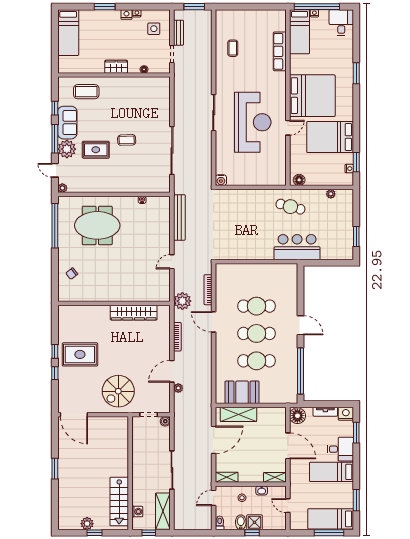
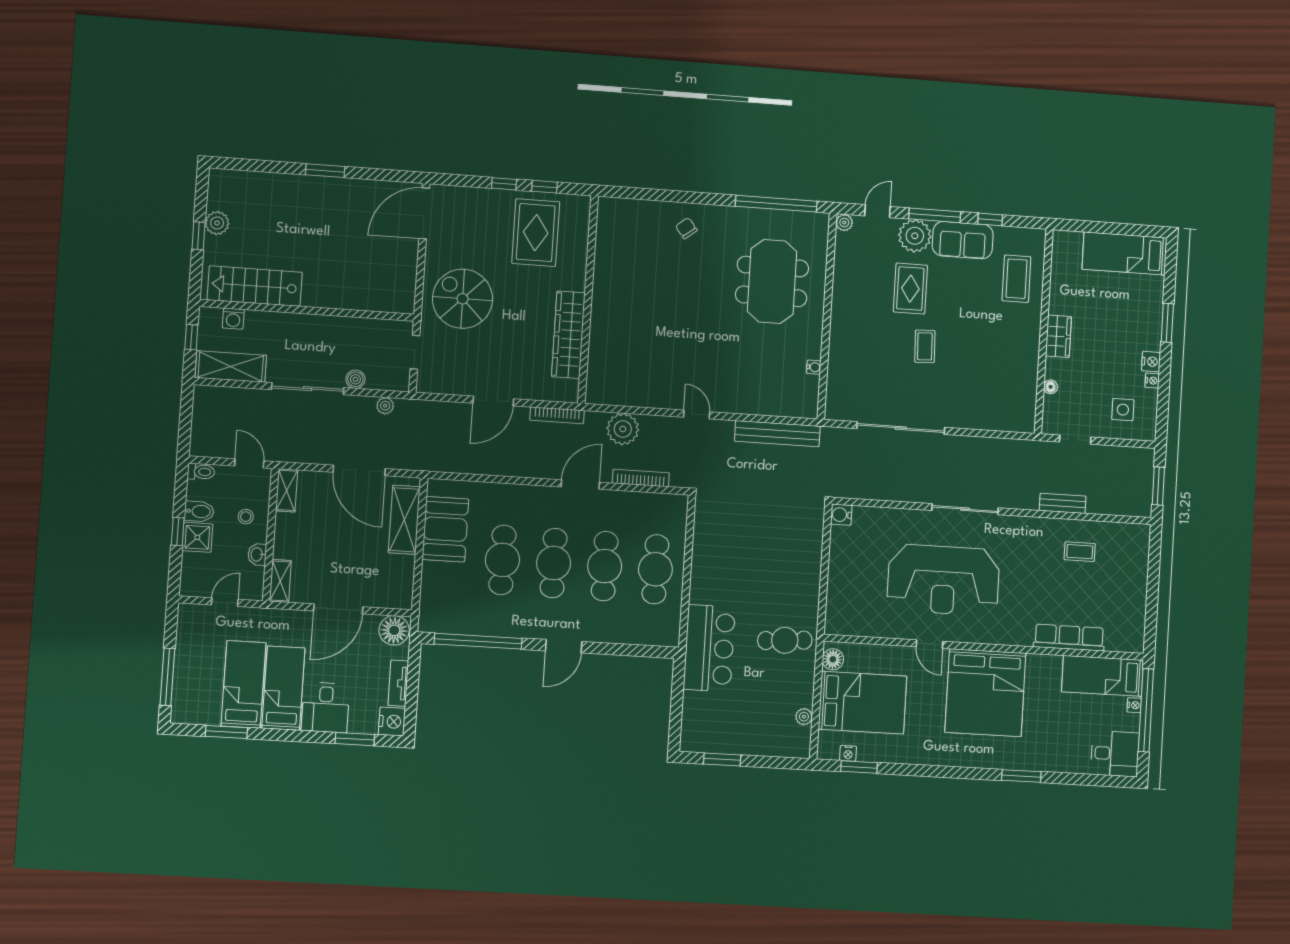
bench: (178, 33) -> (1063, 503), moved
bed: (330, 137) -> (862, 703), moved, turned 90
cafe table: (290, 207) -> (785, 640), turned 71
cafe table: (257, 279) -> (655, 569), added
wall: (114, 303) -> (588, 300), moved
wardrobe: (134, 313) -> (568, 335), moved
door: (172, 371) -> (493, 401), swing flipped
plant: (178, 388) -> (385, 406), moved
boiler: (165, 421) -> (355, 379), moved
bed: (331, 519) -> (244, 684), moved

